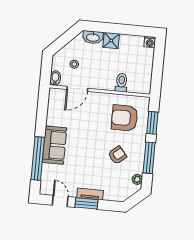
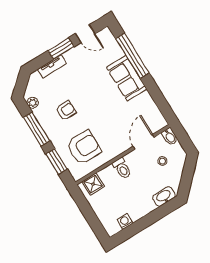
shower: (111, 40) -> (93, 184), moved
washing machine: (150, 42) -> (125, 221), moved
toilet: (121, 83) -> (122, 168), moved
armchair: (117, 155) -> (66, 111), turned -141
tv unit: (90, 194) -> (52, 66), moved

